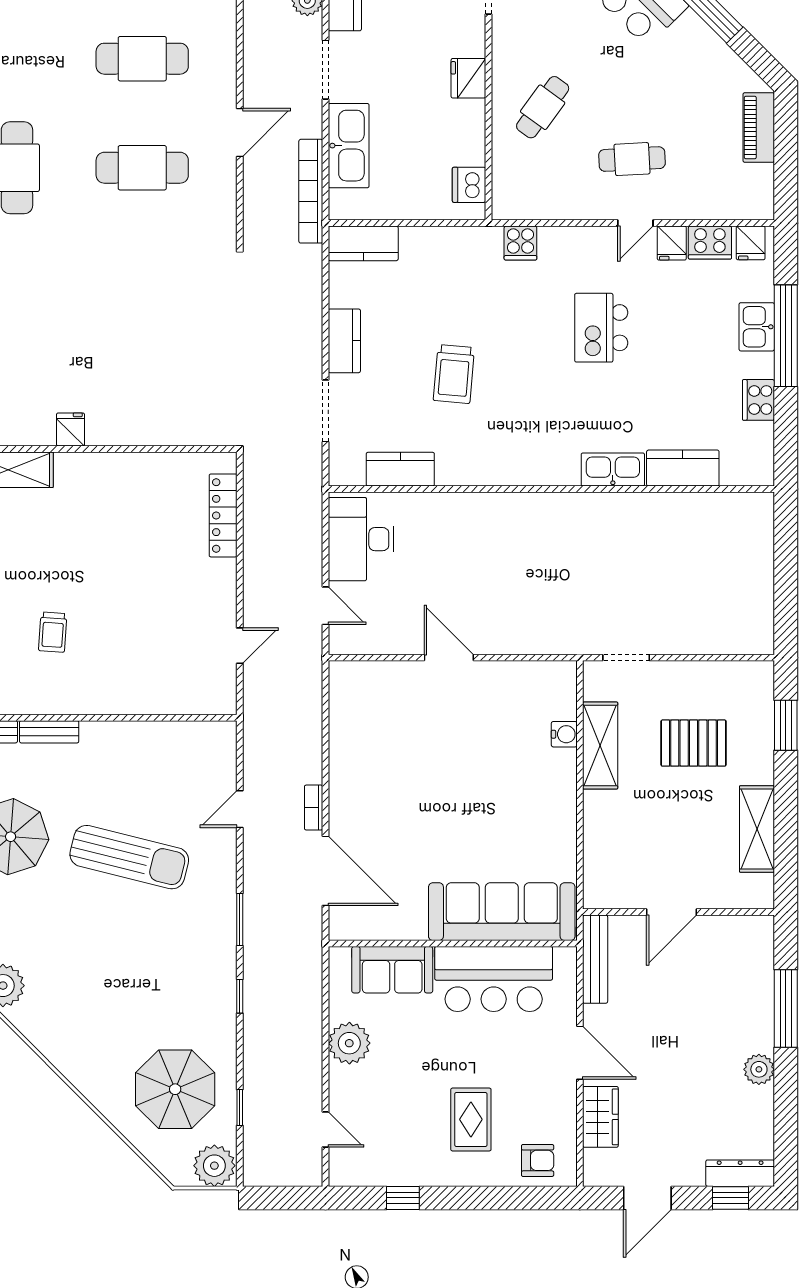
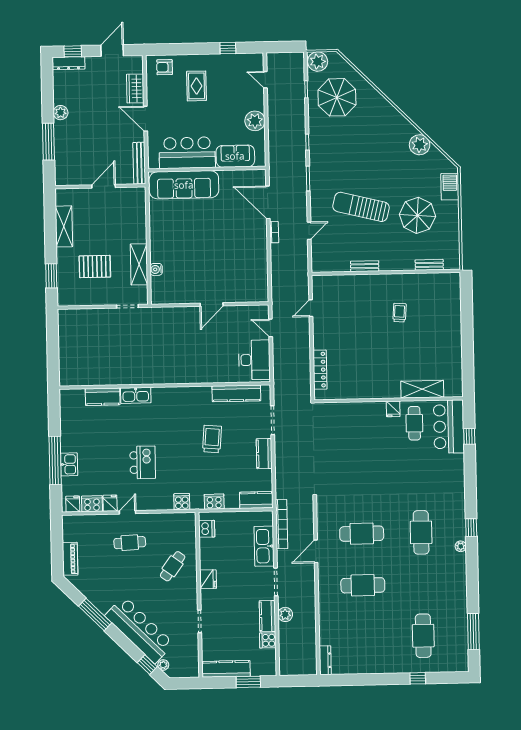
cafe table: (26, 398) -> (414, 423), added
cooker: (758, 400) -> (214, 502), moved, turned -90
kitchen counter: (400, 469) -> (236, 393), width x1.50
door: (449, 658) -> (212, 305), hinge flipped
bench: (49, 732) -> (365, 266), moved

